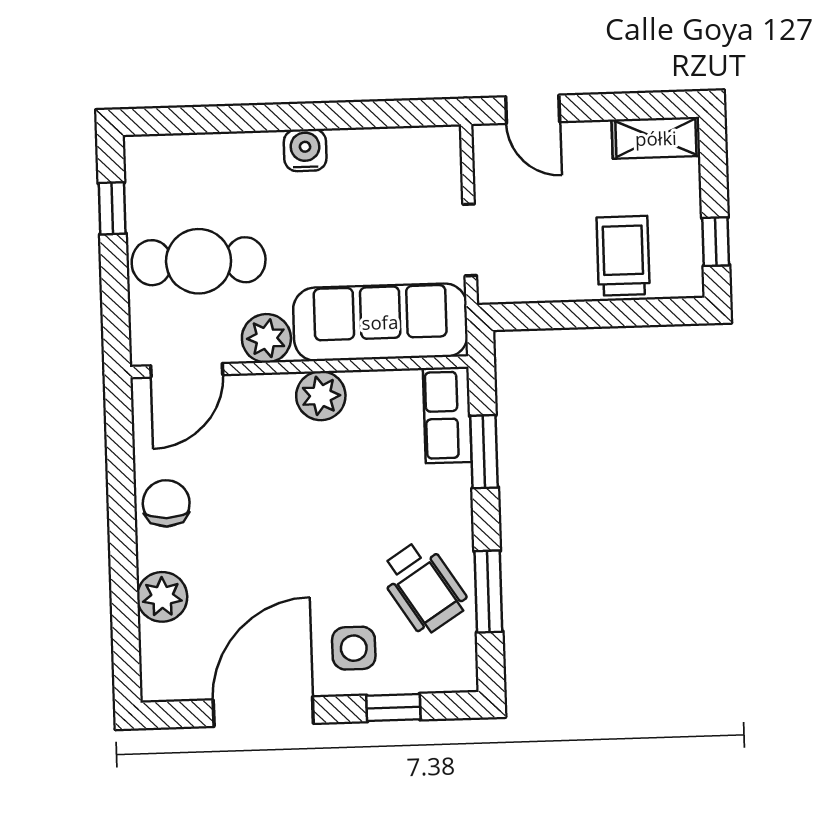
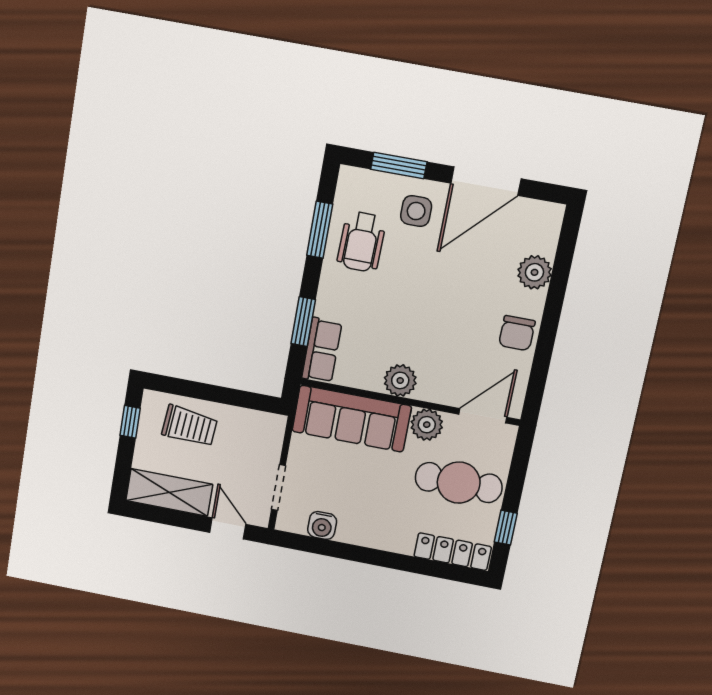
shelving: (656, 138) -> (169, 492), width x1.50, depth x1.33
water cooler: (305, 150) -> (322, 525), moved
locker: (183, 153) -> (453, 552), added
doorway: (470, 240) -> (278, 488), moved
trolley: (623, 256) -> (190, 426), turned -85
wheelchair: (423, 587) -> (361, 242), turned -146
window: (393, 708) -> (399, 165), width x1.50

